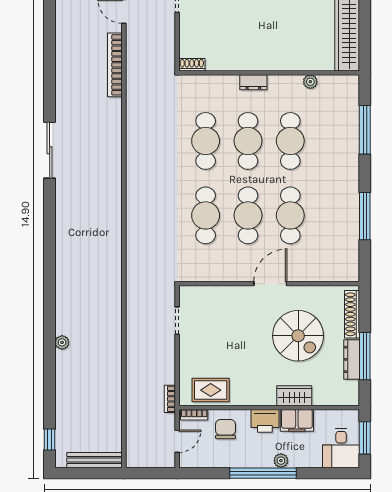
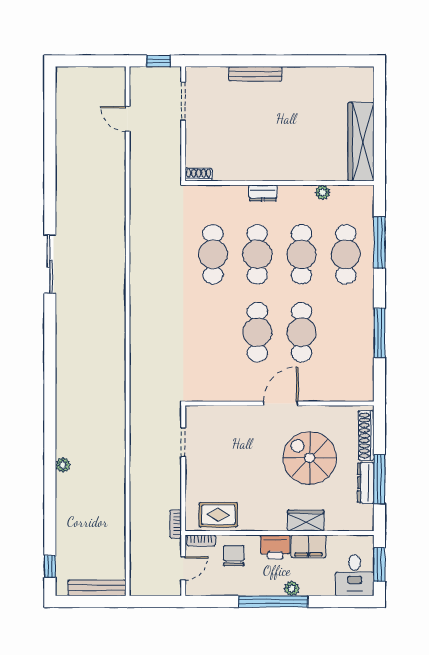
bookcase: (115, 65) -> (118, 175), removed
cafe table: (206, 215) -> (346, 254), moved
spiral stairs: (298, 336) -> (310, 458), turned 180

